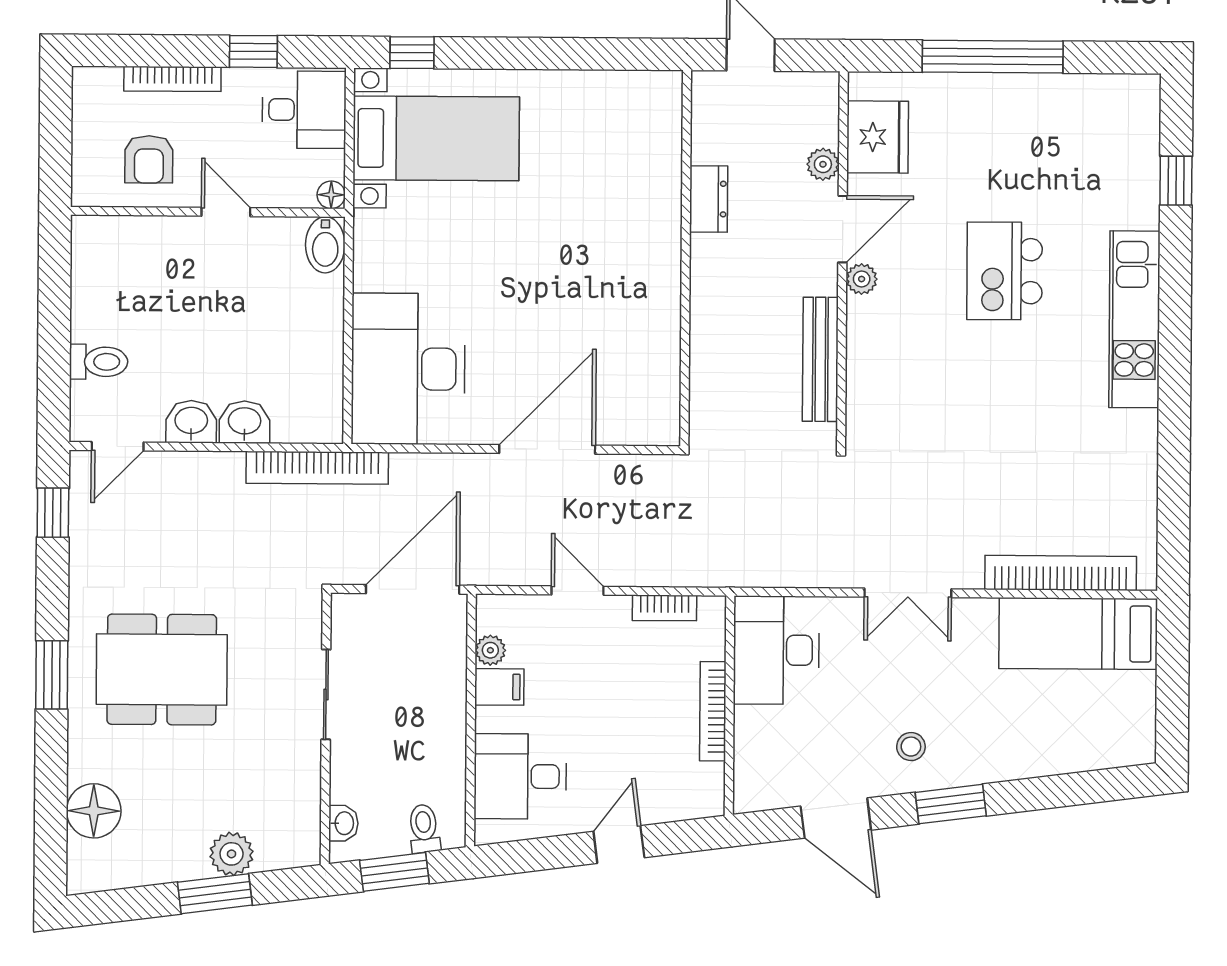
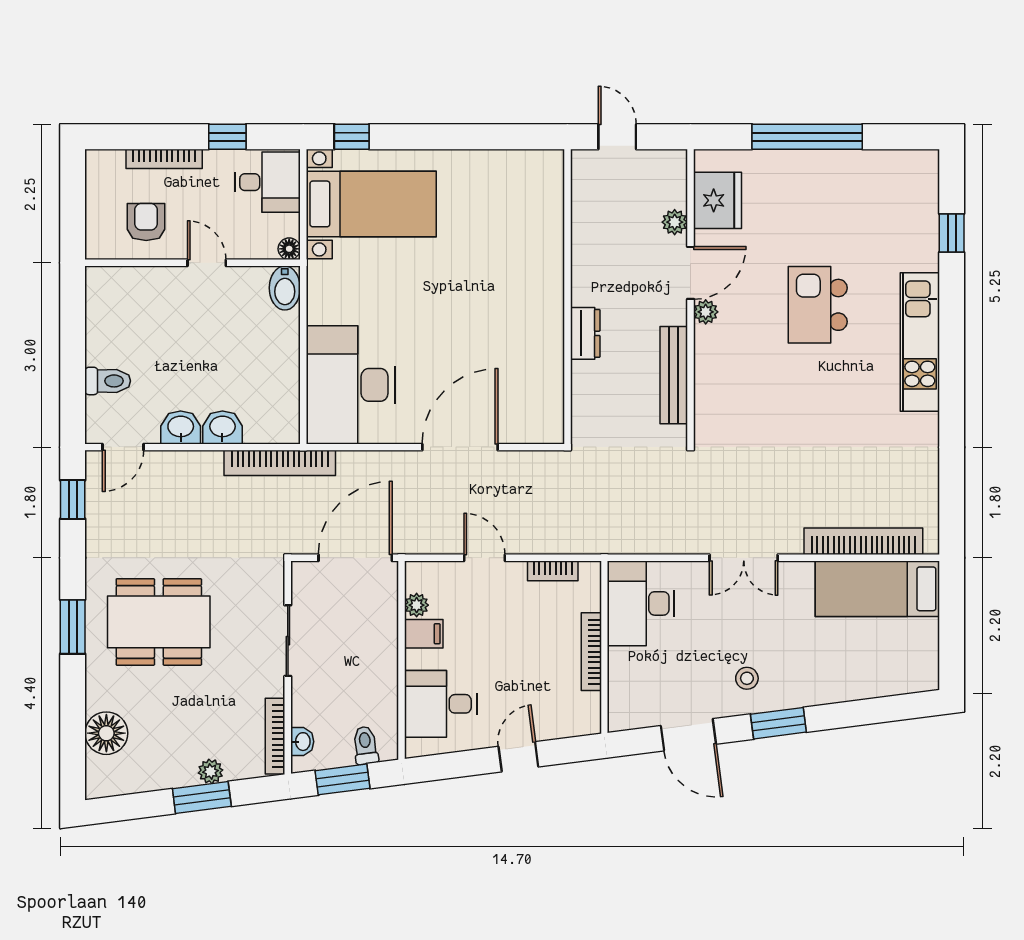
armchair: (149, 159) -> (146, 222), turned 180
dresser: (709, 199) -> (585, 333), moved
bookcase: (309, 816) -> (275, 736), added
plant: (232, 854) -> (211, 771), width x0.73, depth x0.73

